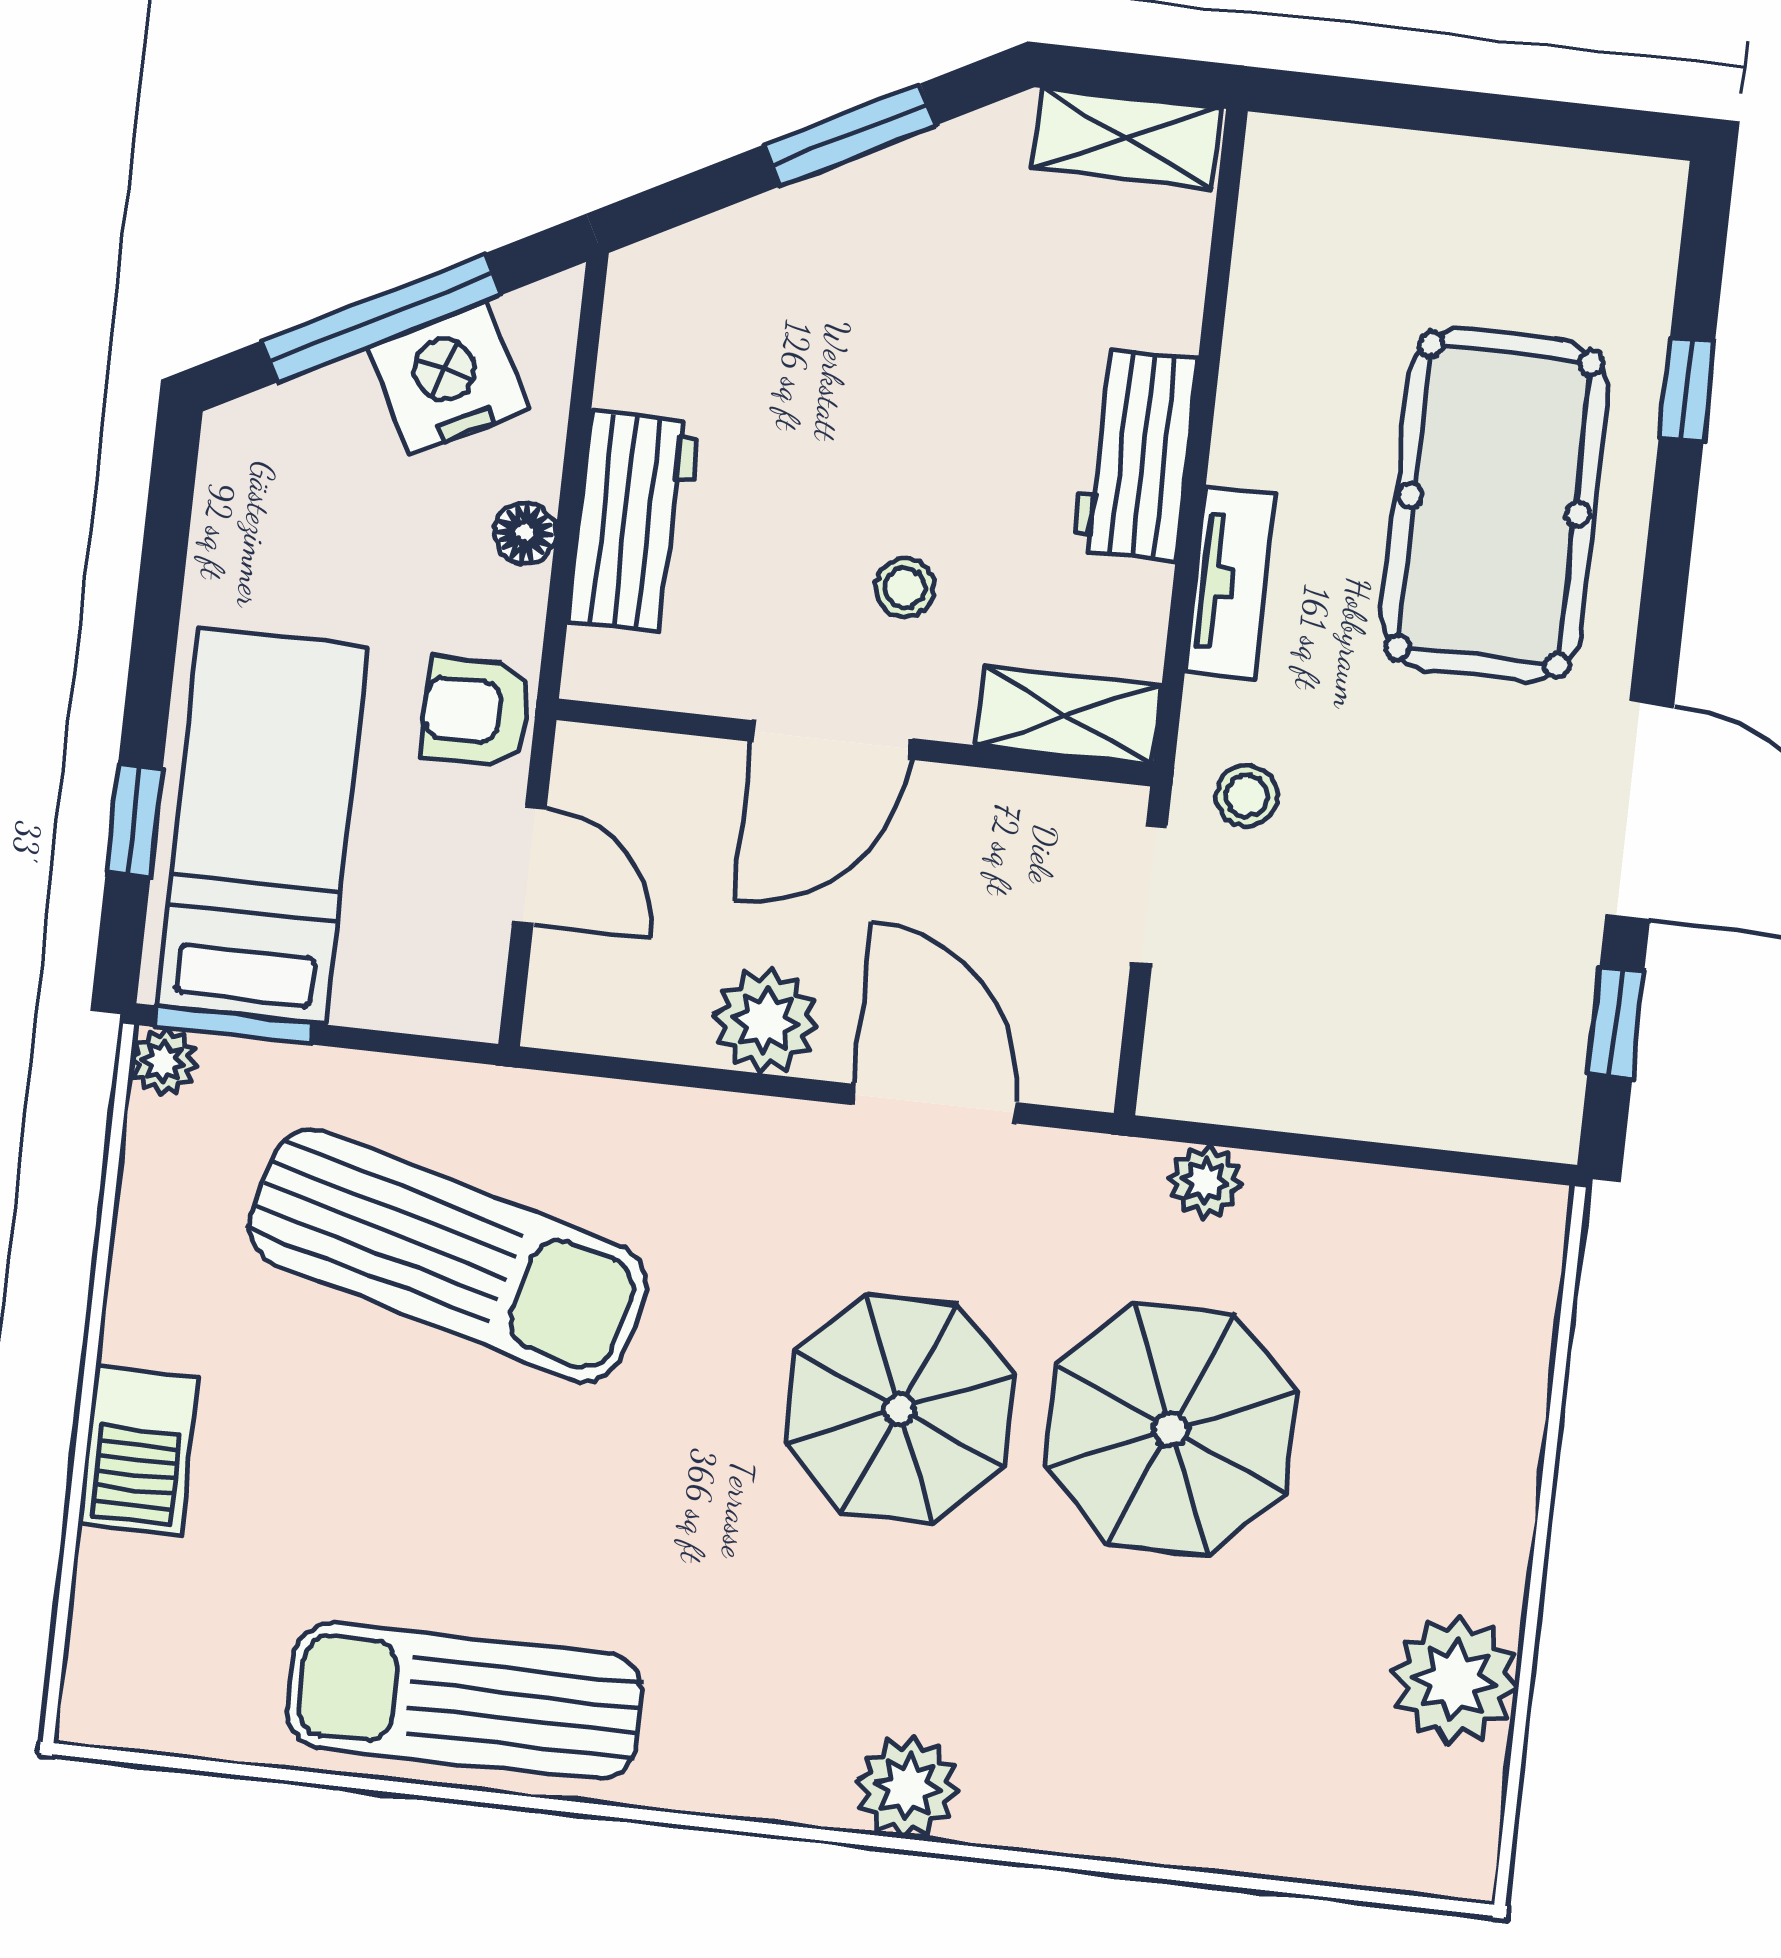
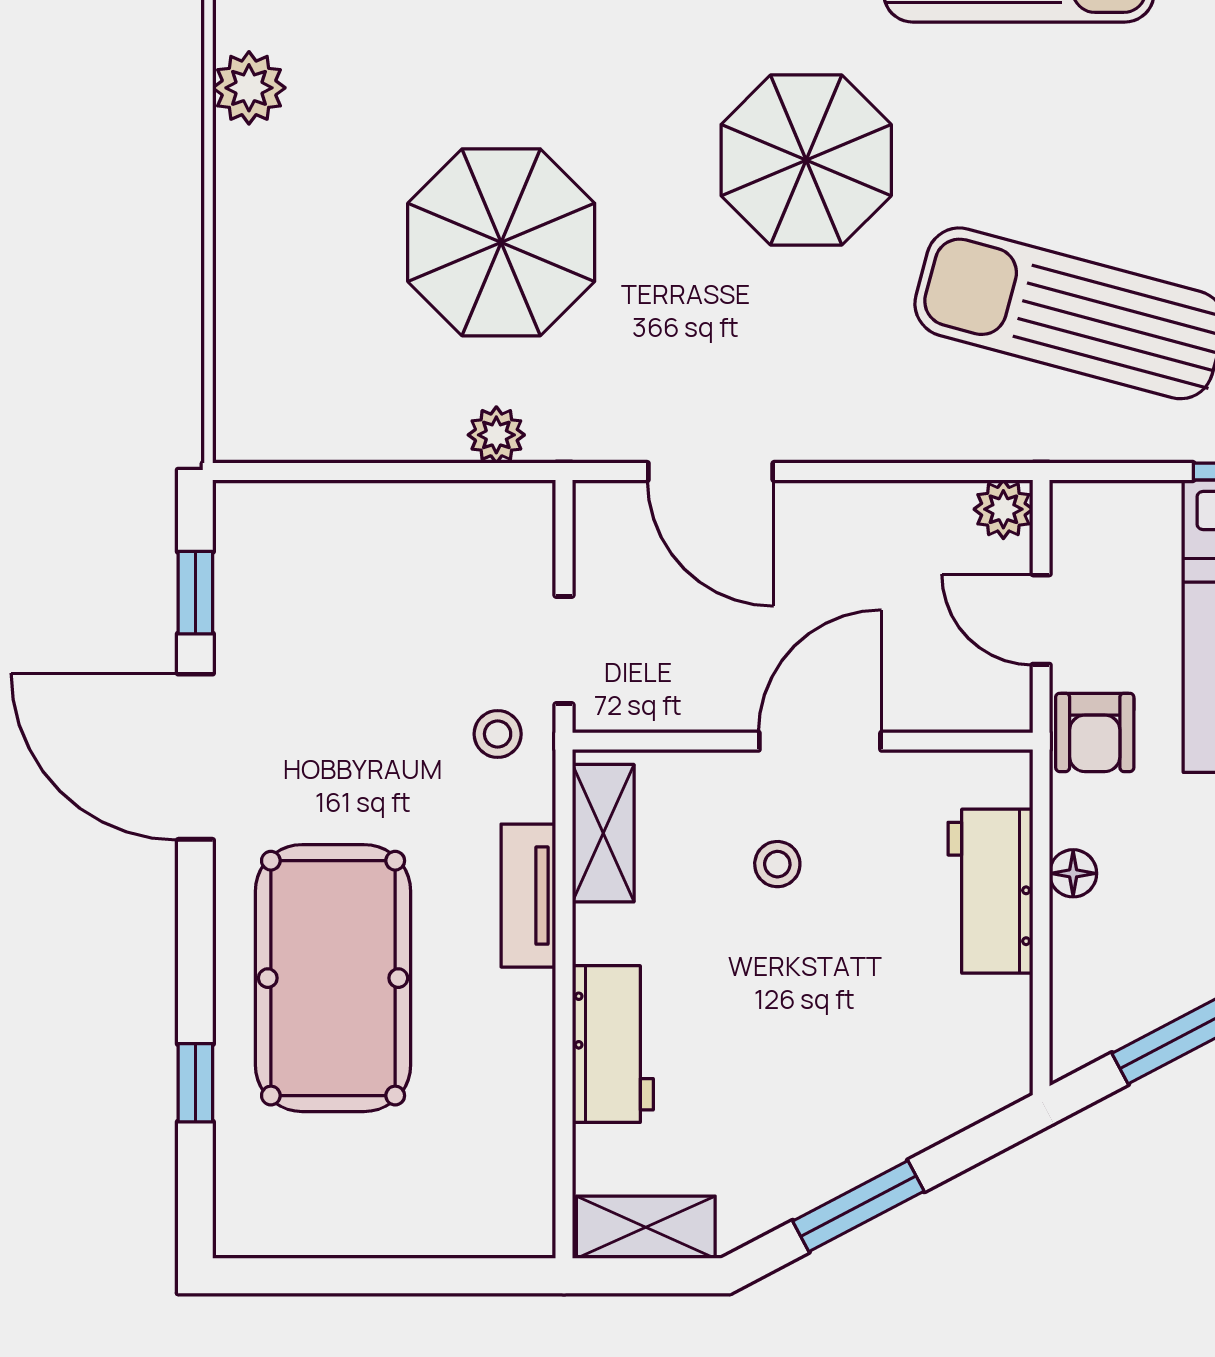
nightstand: (448, 378) -> (1145, 985), removed
workbench: (1135, 455) -> (613, 1044), moved
armchair: (477, 712) -> (1095, 732), turned 90
shelving: (1069, 715) -> (603, 833), moved, turned 90
plant: (765, 1021) -> (1003, 509), moved, width x0.73, depth x0.73
parasol: (900, 1409) -> (806, 160), moved
plant: (1455, 1680) -> (249, 88), width x0.73, depth x0.73

